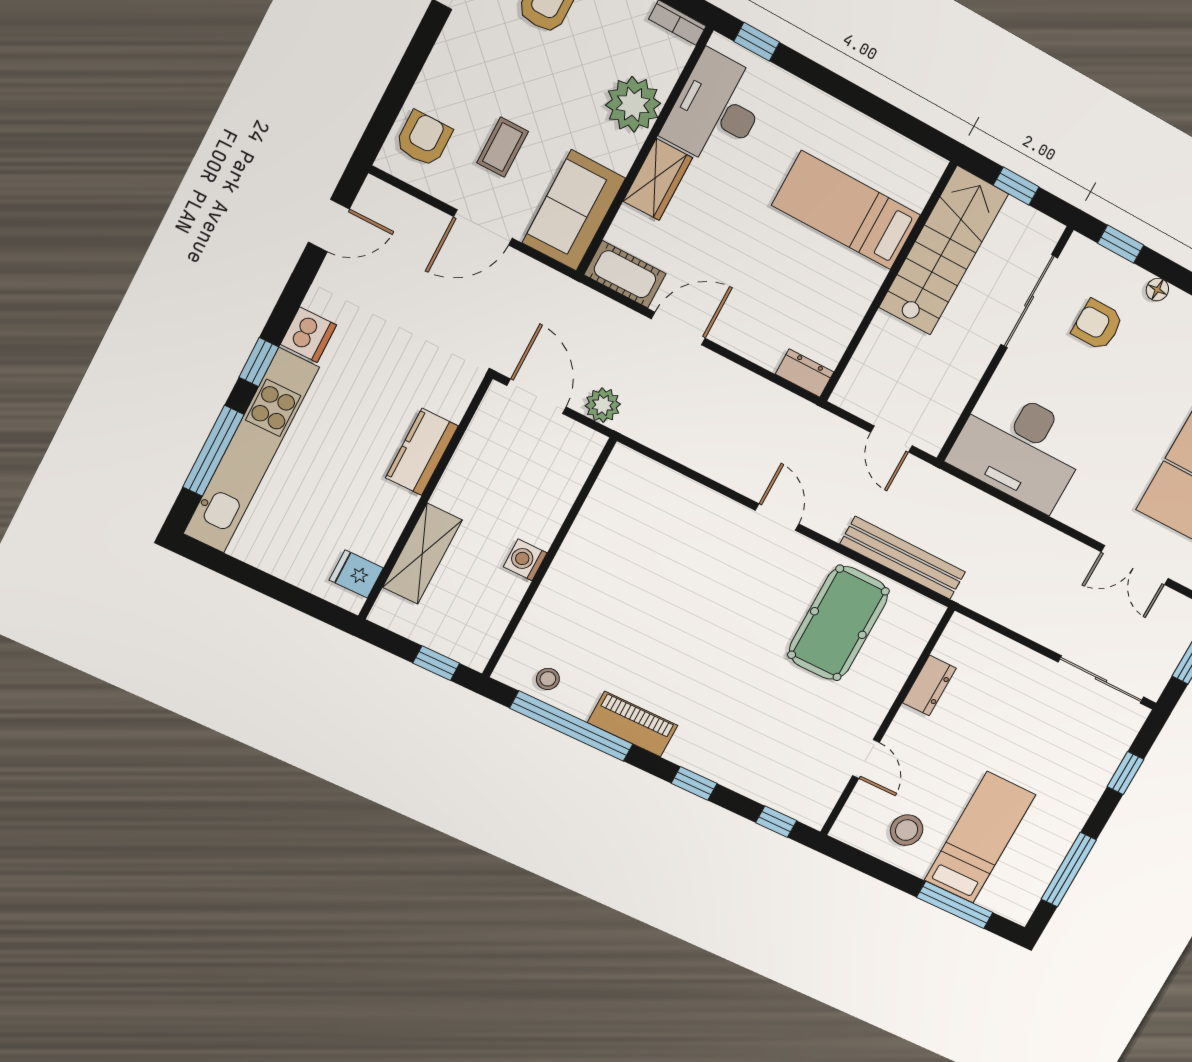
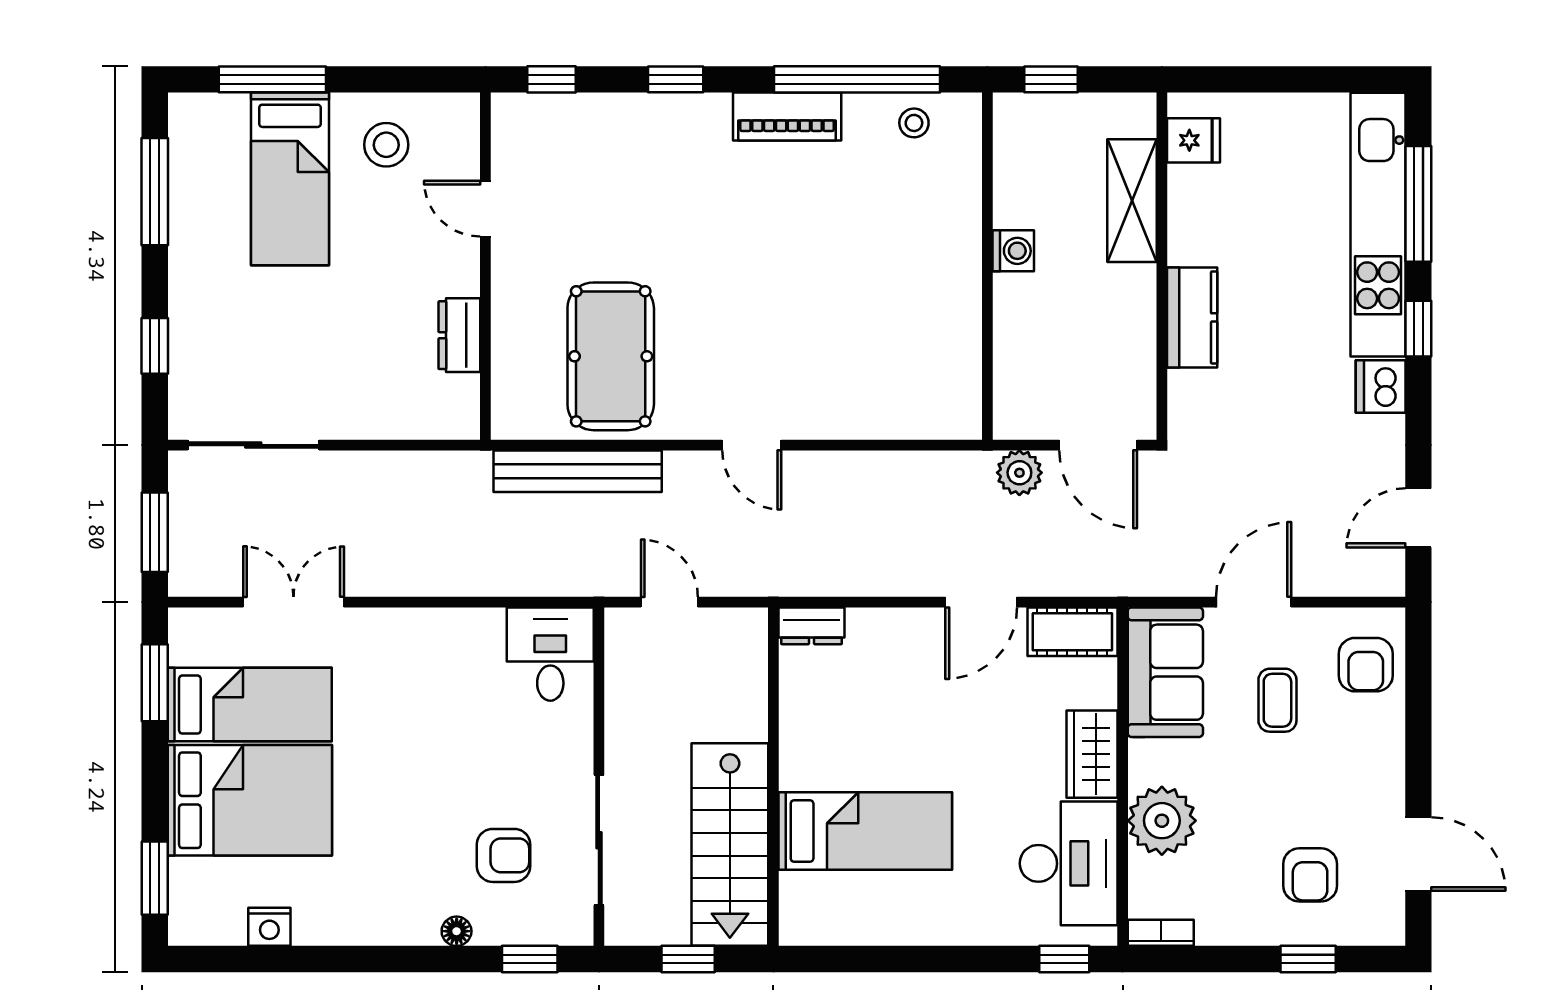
desk: (1020, 448) -> (550, 654), width x0.53, depth x0.77

